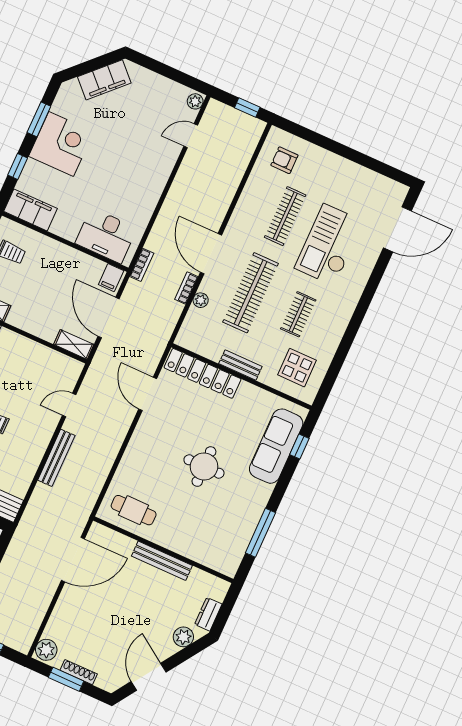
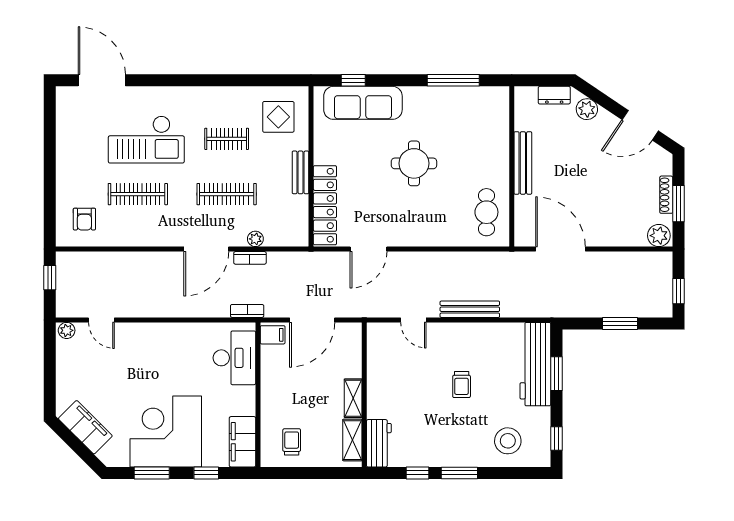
corner desk: (61, 144) -> (166, 431), width x1.36, depth x1.36
clothes rail: (251, 293) -> (227, 194), width x0.73, depth x0.76
shelving: (74, 344) -> (353, 398), moved

